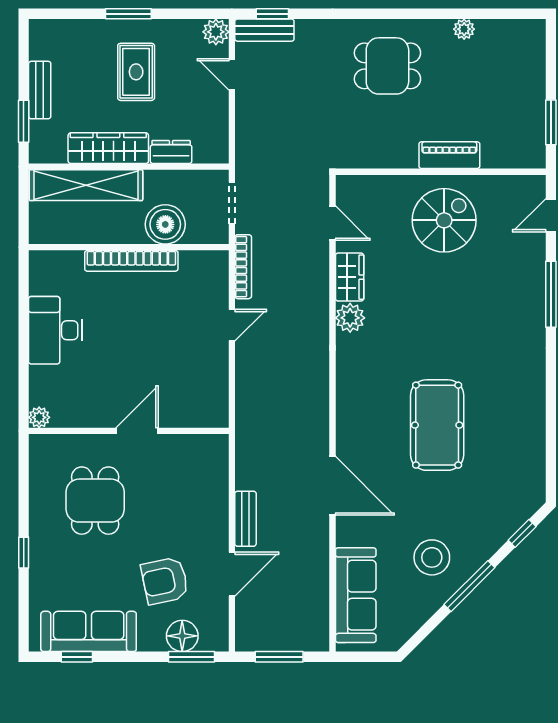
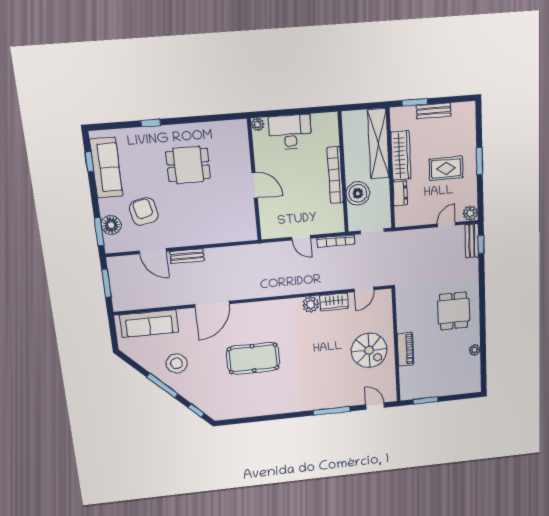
plant: (39, 417) -> (258, 124), moved
wall: (129, 431) -> (254, 180), moved
door: (137, 431) -> (255, 185), moved

